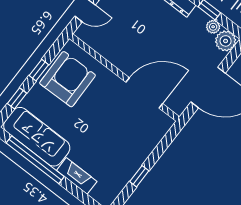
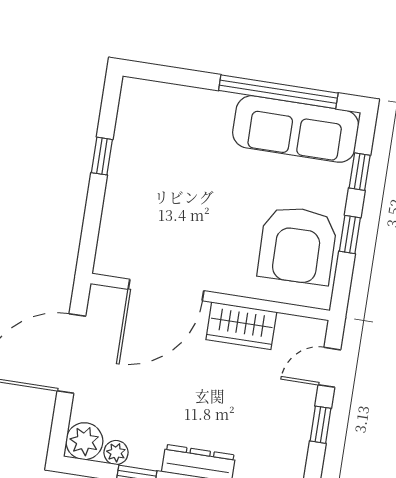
wardrobe: (117, 55) -> (241, 326), added
fireplace: (77, 176) -> (200, 102), removed

